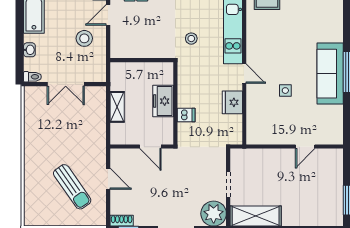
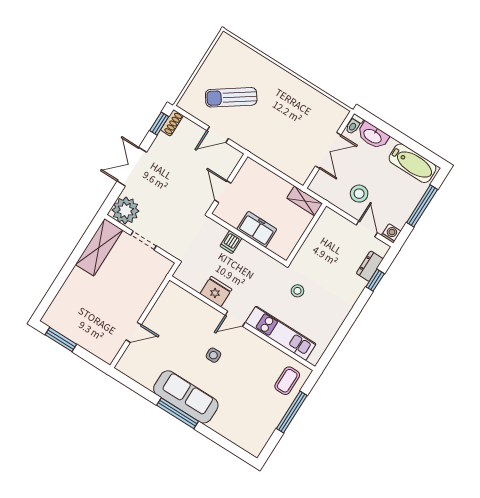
washbasin: (29, 50) -> (373, 136), width x1.91, depth x1.45
double door: (66, 84) -> (328, 150), swing flipped
side table: (285, 91) -> (213, 355), moved
shelving: (117, 107) -> (305, 201), moved
door: (150, 147) -> (223, 192), hinge flipped
door: (305, 147) -> (134, 332), swing flipped

